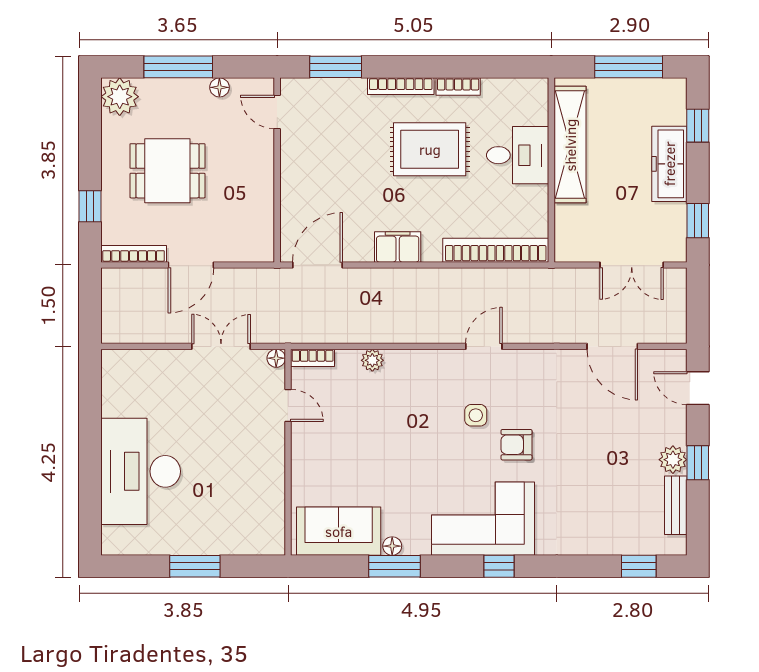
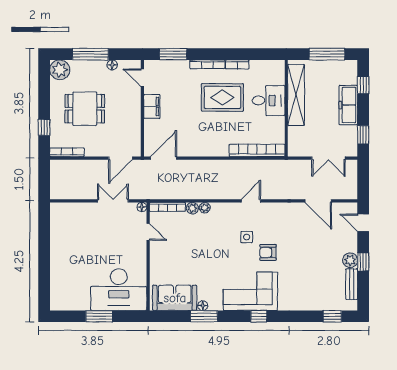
filing cabinet: (398, 247) -> (152, 106), moved, turned 90
door: (191, 265) -> (120, 158), moved
bookcase: (313, 358) -> (167, 207), width x1.56
plant: (396, 359) -> (205, 208), added
desk: (141, 471) -> (119, 290), moved, turned -90

